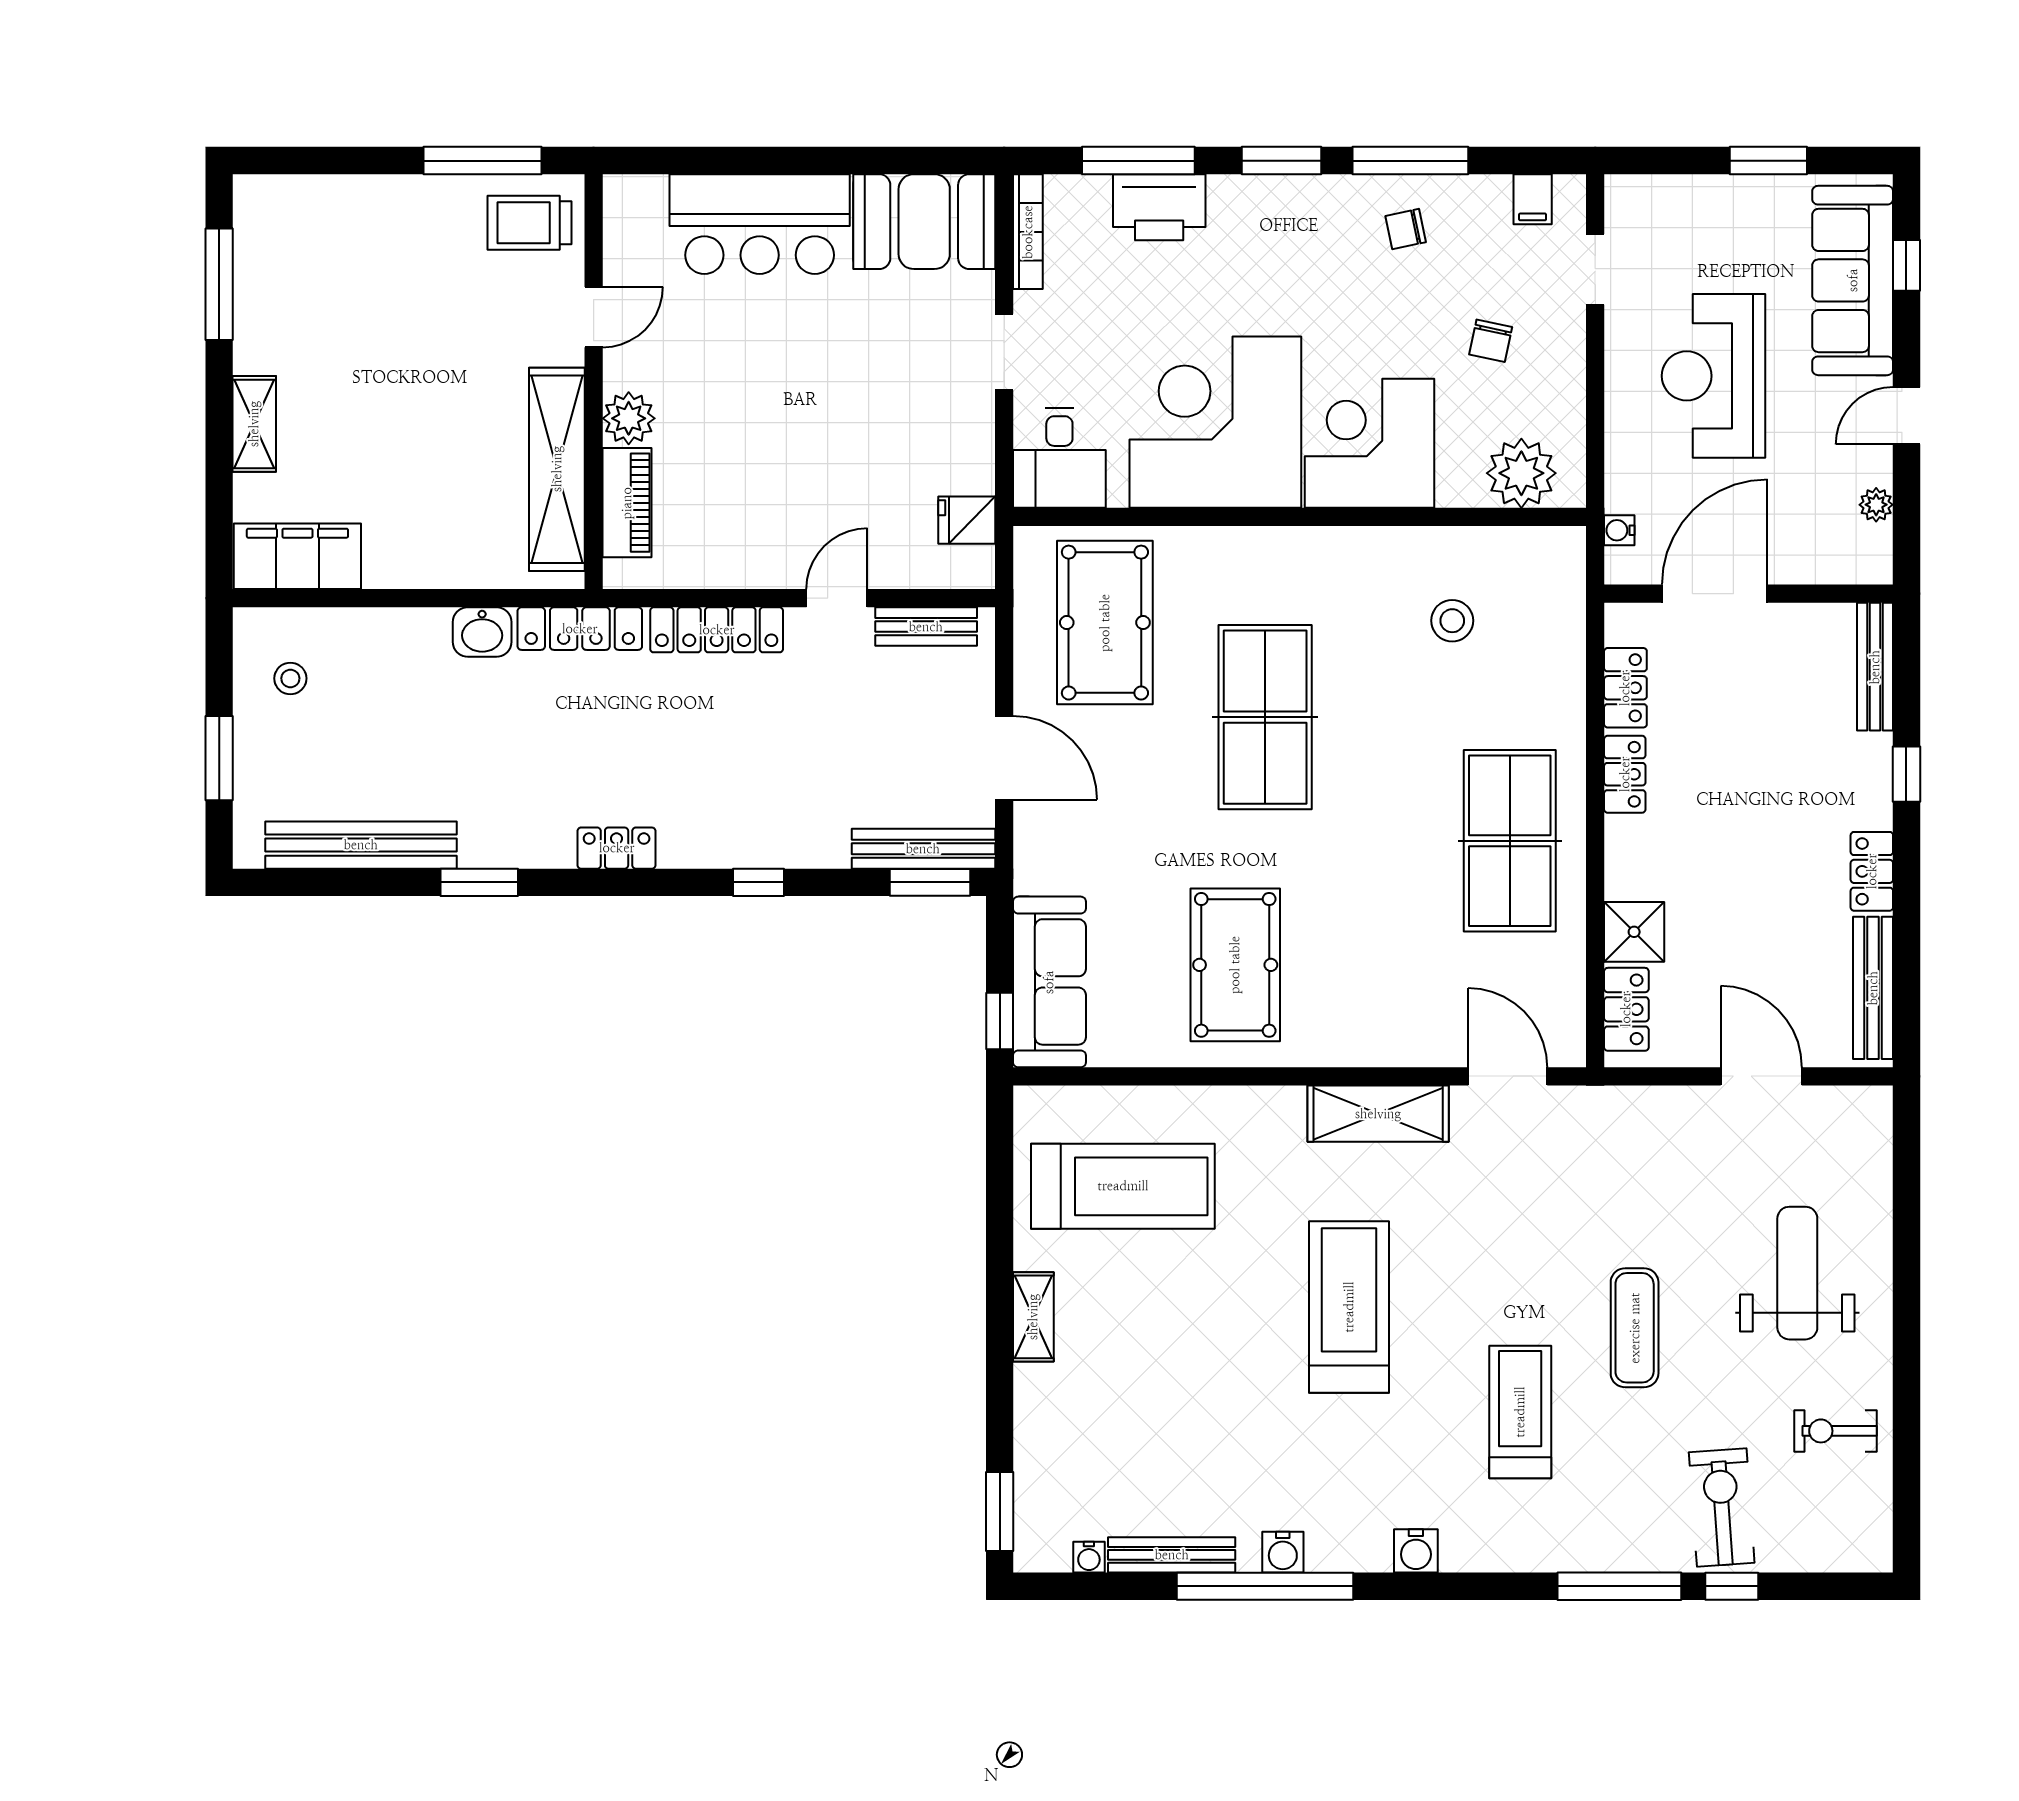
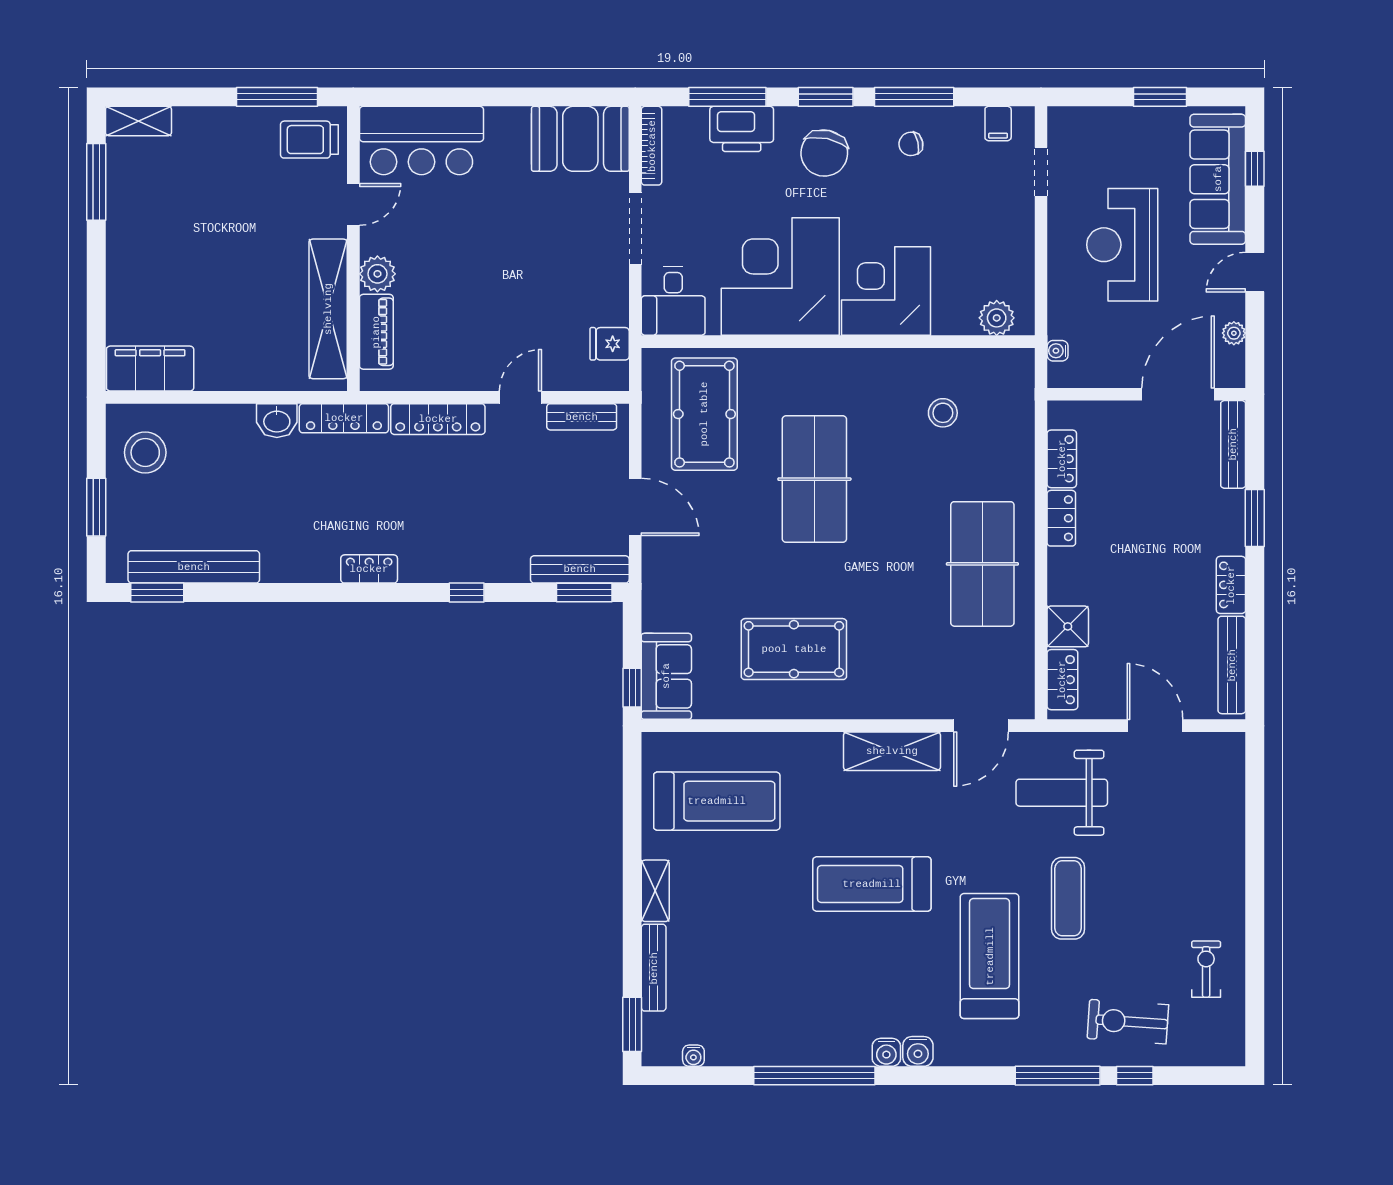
bar counter: (760, 224) -> (421, 141), moved
chair: (1491, 341) -> (824, 153), moved, width x1.87, depth x1.87
doorway: (1004, 352) -> (635, 228), width x1.38
shelving: (254, 424) -> (138, 121), moved, turned 90
plant: (1521, 473) -> (997, 318), width x0.73, depth x0.73
door: (1715, 594) -> (1178, 394), moved
stool: (290, 678) -> (145, 452), width x1.89, depth x1.89
window: (1906, 774) -> (1255, 518), width x1.50
window: (479, 882) -> (157, 592), moved
pool table: (1235, 965) -> (794, 649), turned 90
sofa: (1049, 982) -> (666, 676), width x0.73
door: (1508, 1076) -> (981, 726), swing flipped
weight bench: (1797, 1273) -> (1062, 793), moved, turned -90
treadmill: (1349, 1307) -> (872, 884), turned -90
treadmill: (1520, 1412) -> (990, 956), width x1.37, depth x1.38
exercise bike: (1836, 1431) -> (1206, 969), turned 90
exercise bike: (1722, 1507) -> (1128, 1022), turned -82
water cooler: (1283, 1552) -> (886, 1052), moved
bench: (1172, 1555) -> (654, 968), moved, turned 90

